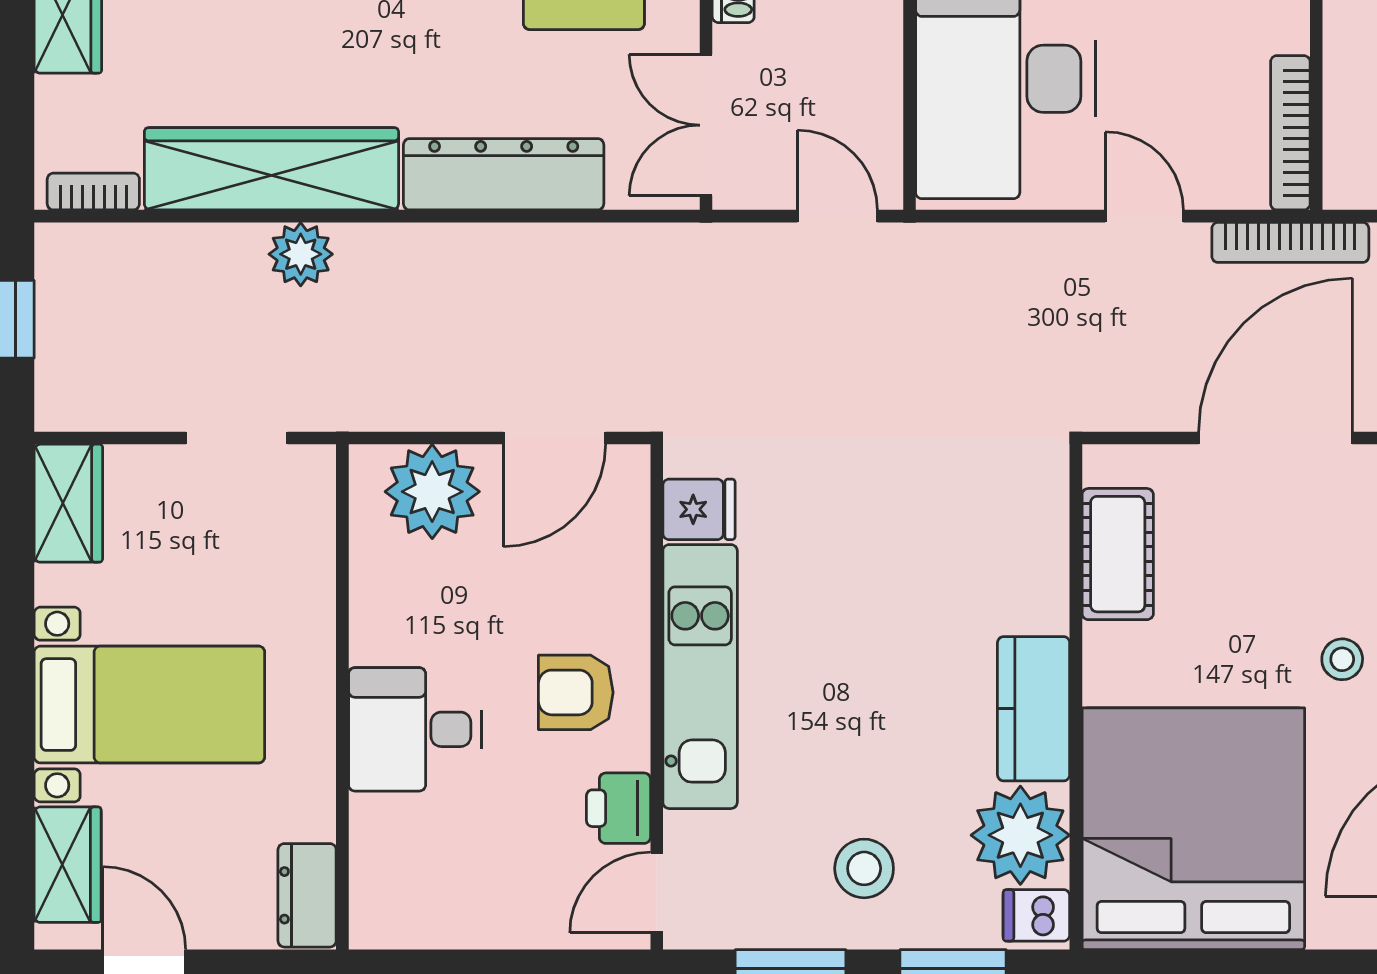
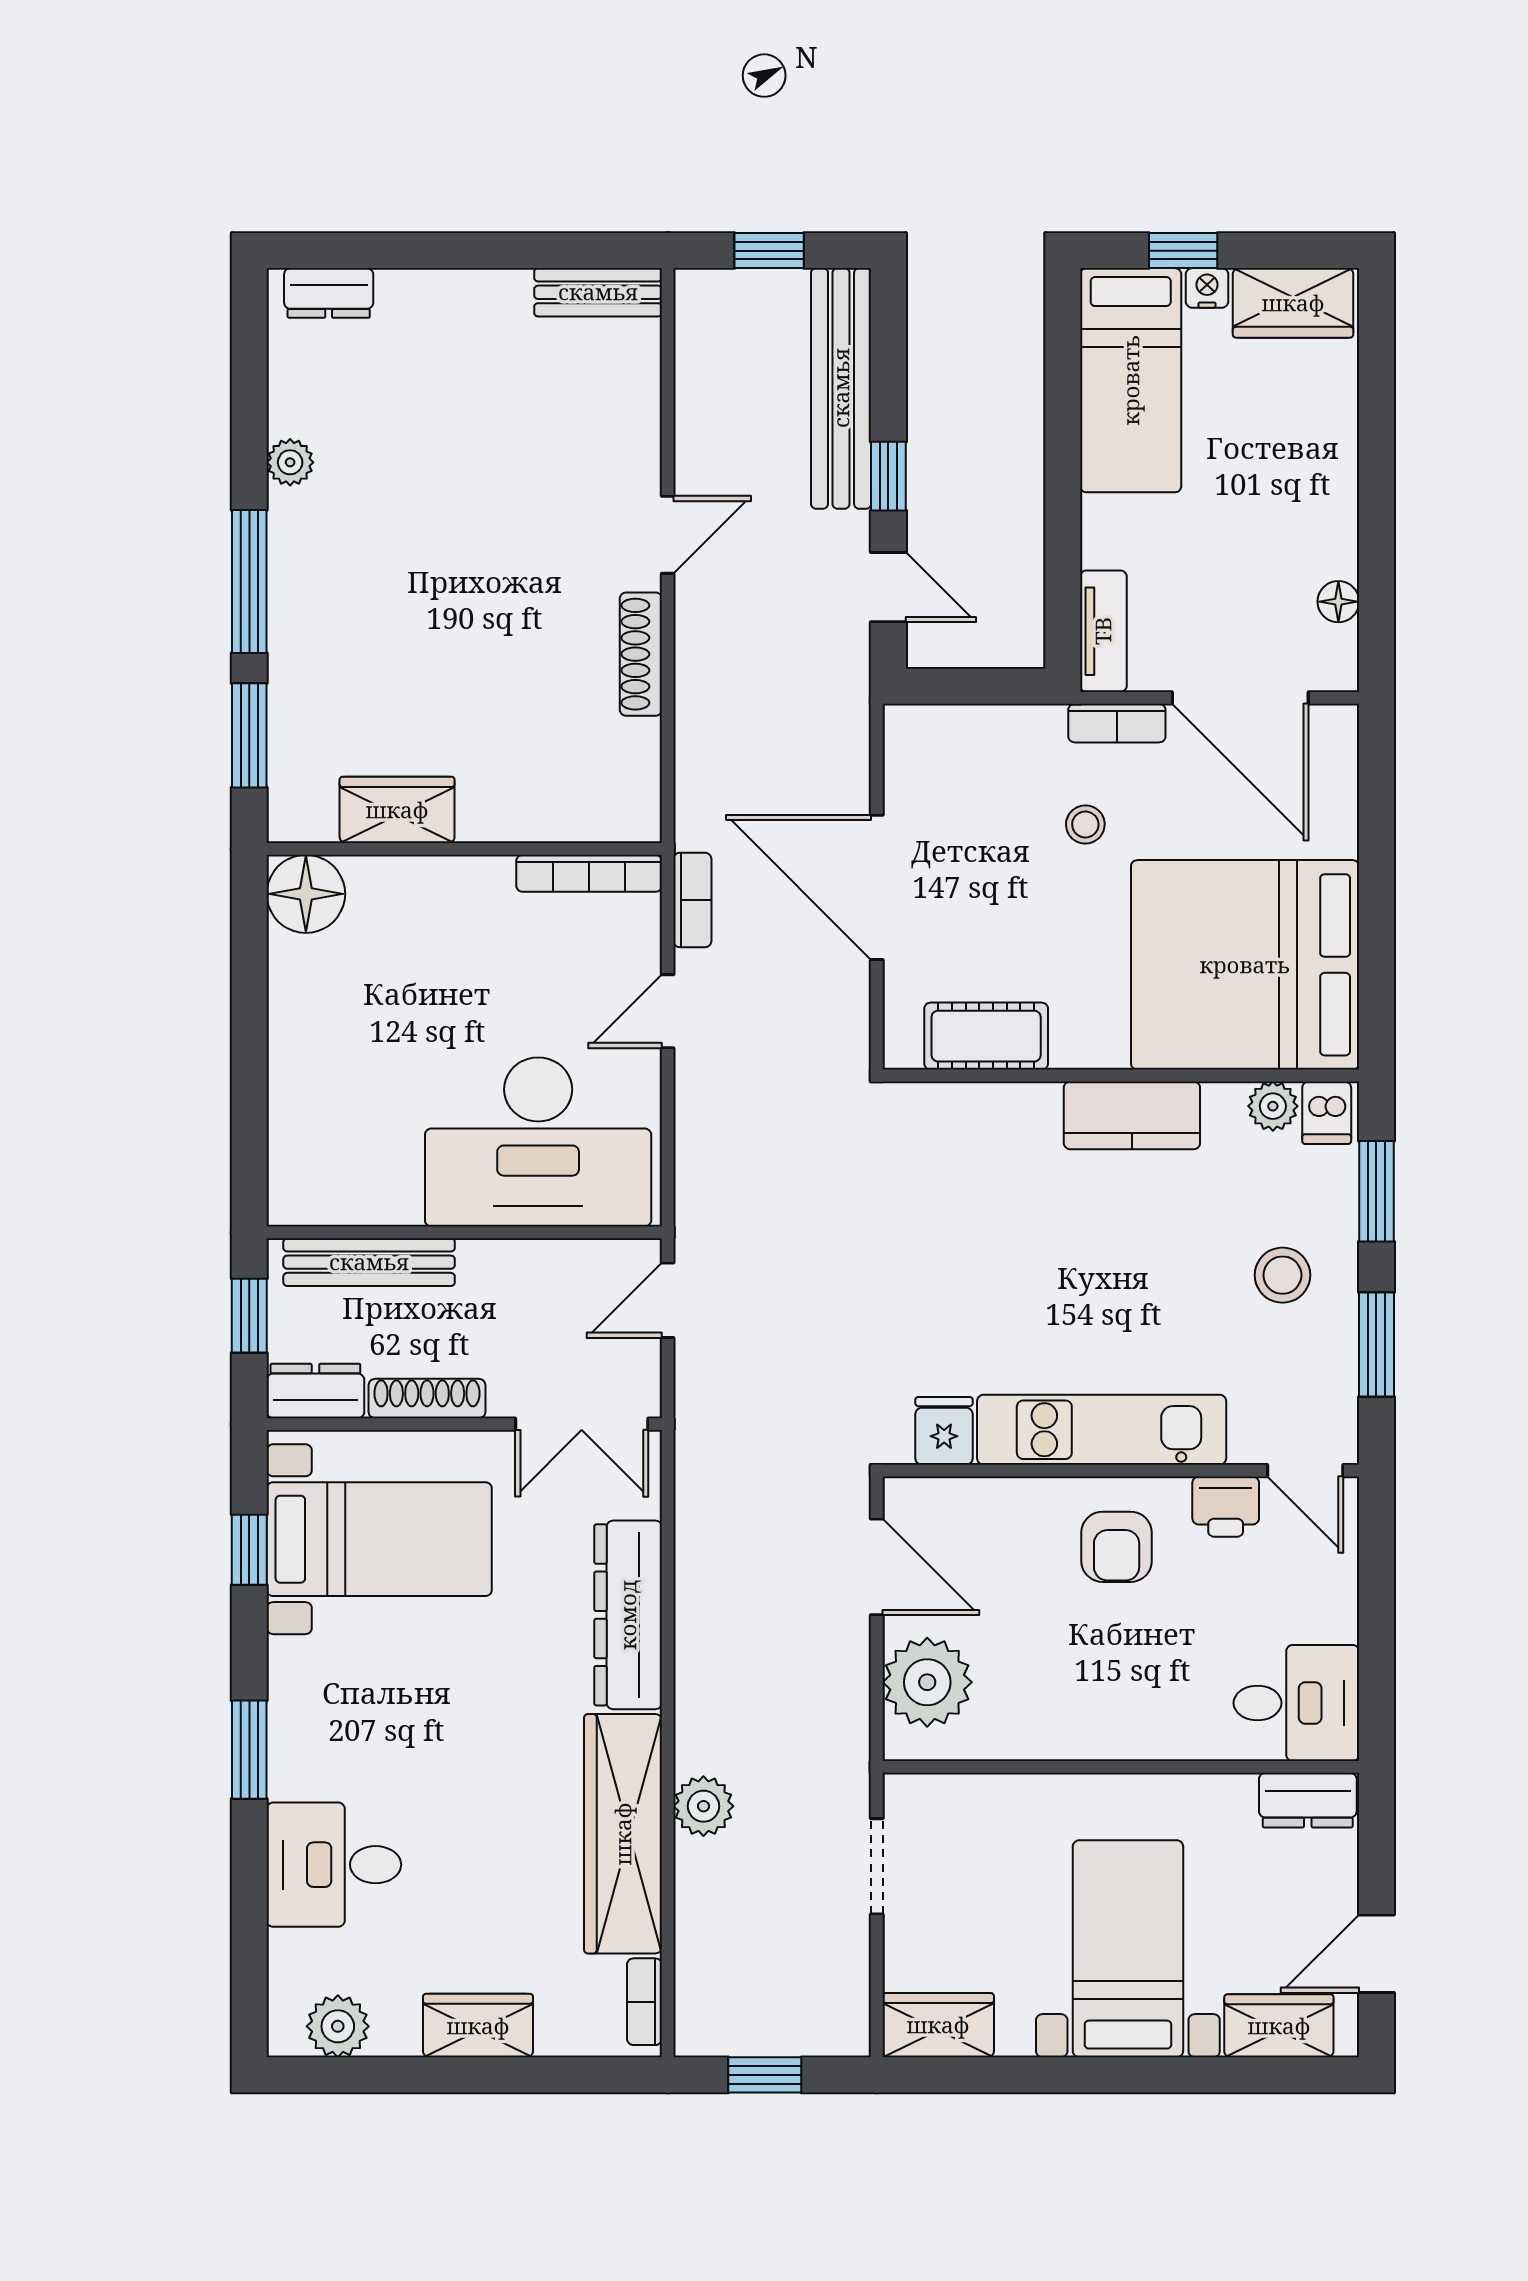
bookcase: (1290, 242) -> (692, 900), width x0.64
desk: (415, 729) -> (1296, 1703), moved, turned -90
plant: (1020, 835) -> (1273, 1106), width x0.53, depth x0.53

